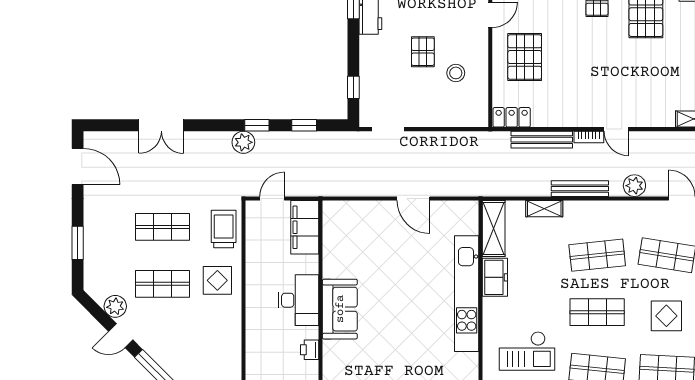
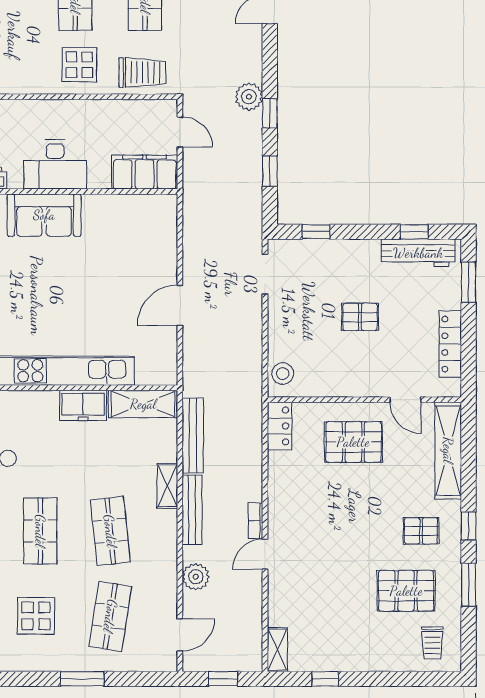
stool: (456, 73) -> (283, 374), moved
bench: (542, 140) -> (193, 435), moved
shelving: (544, 209) -> (167, 486), moved

